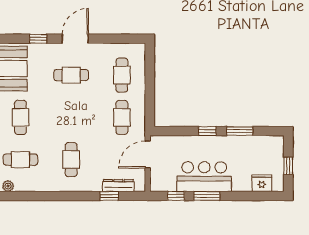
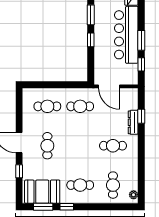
bar counter: (204, 177) -> (126, 35), width x1.36
dresser: (118, 186) -> (133, 122), moved

